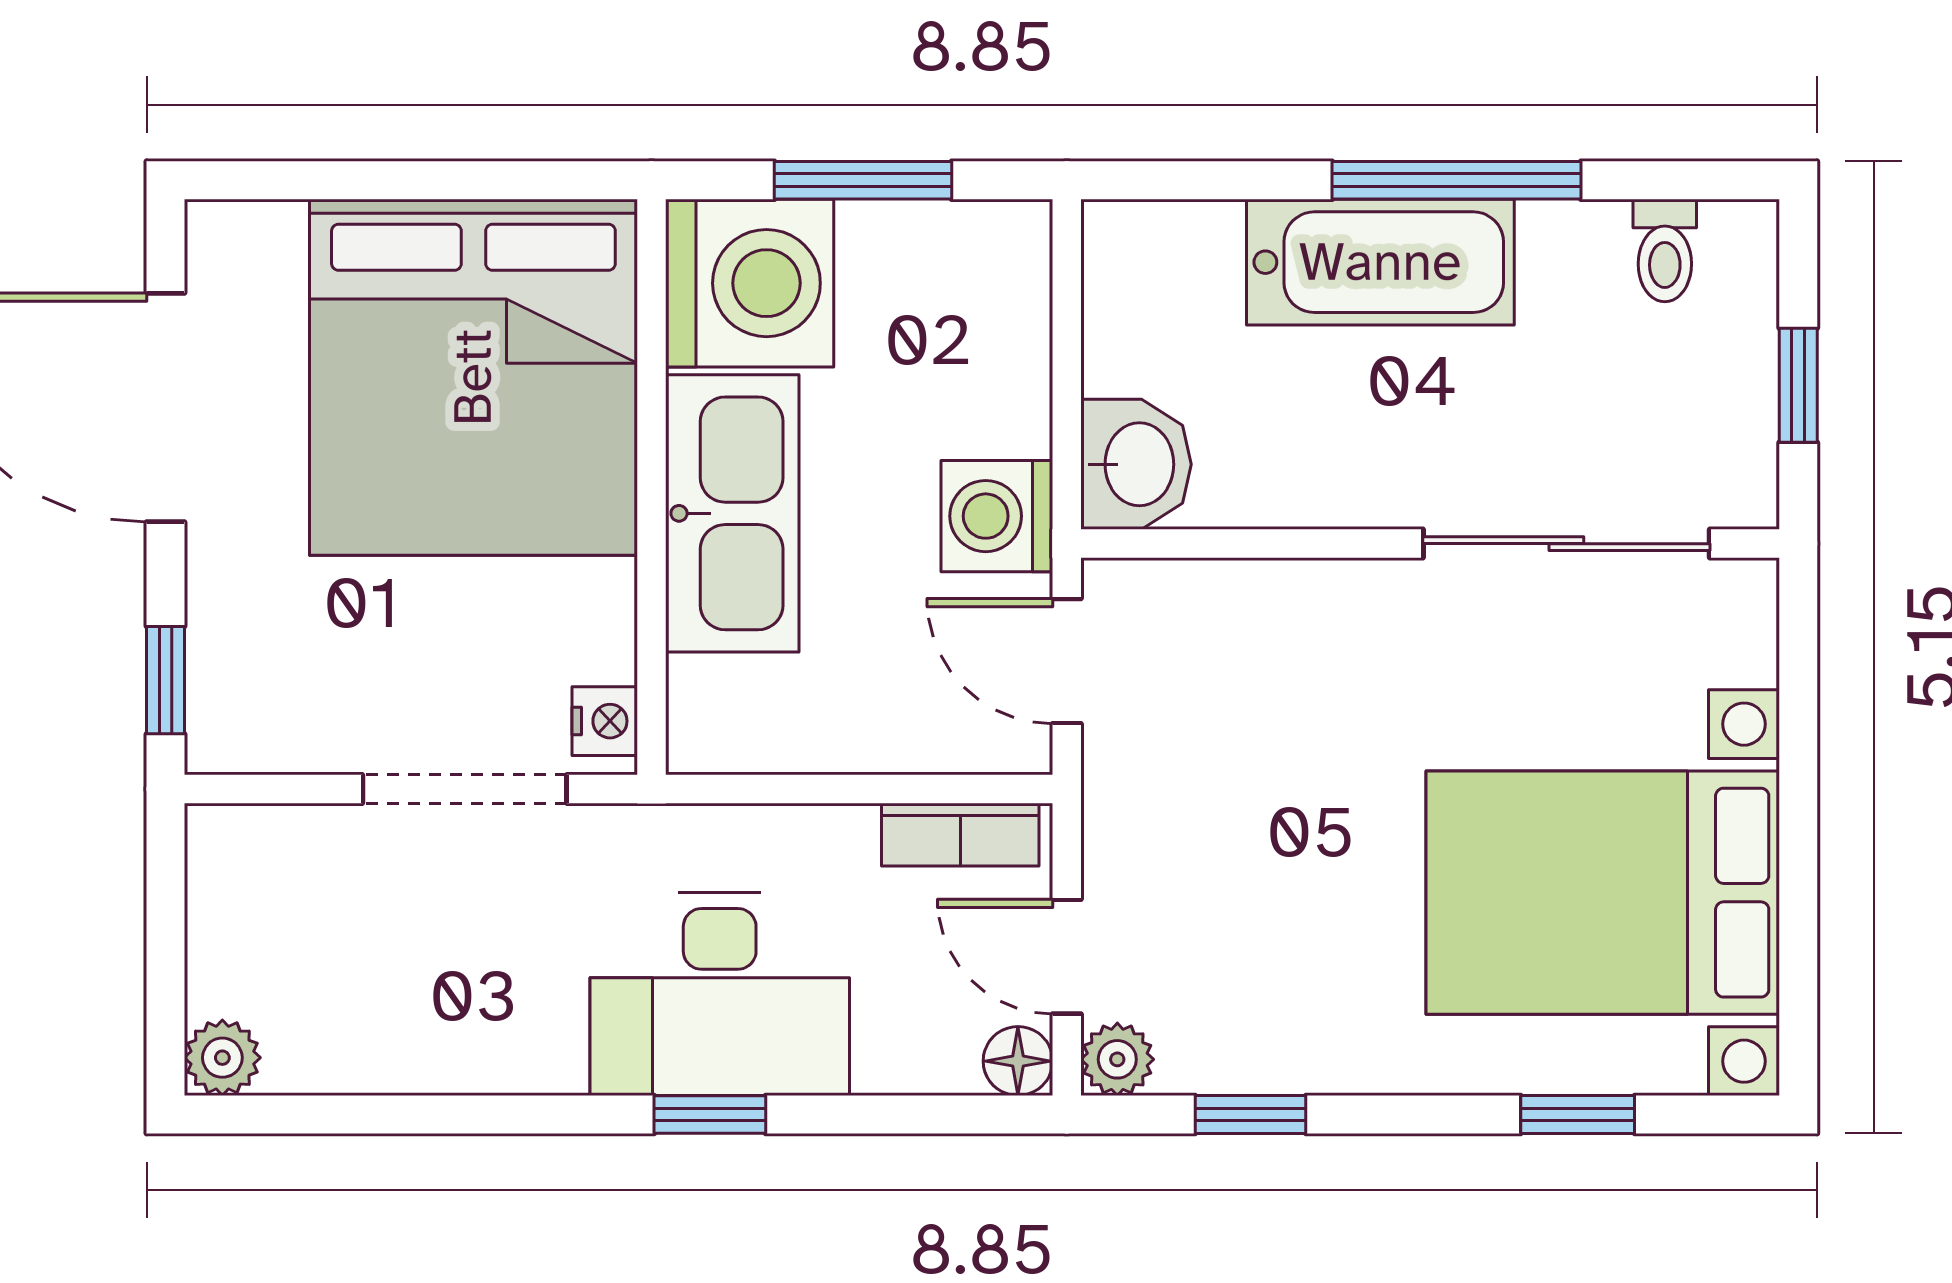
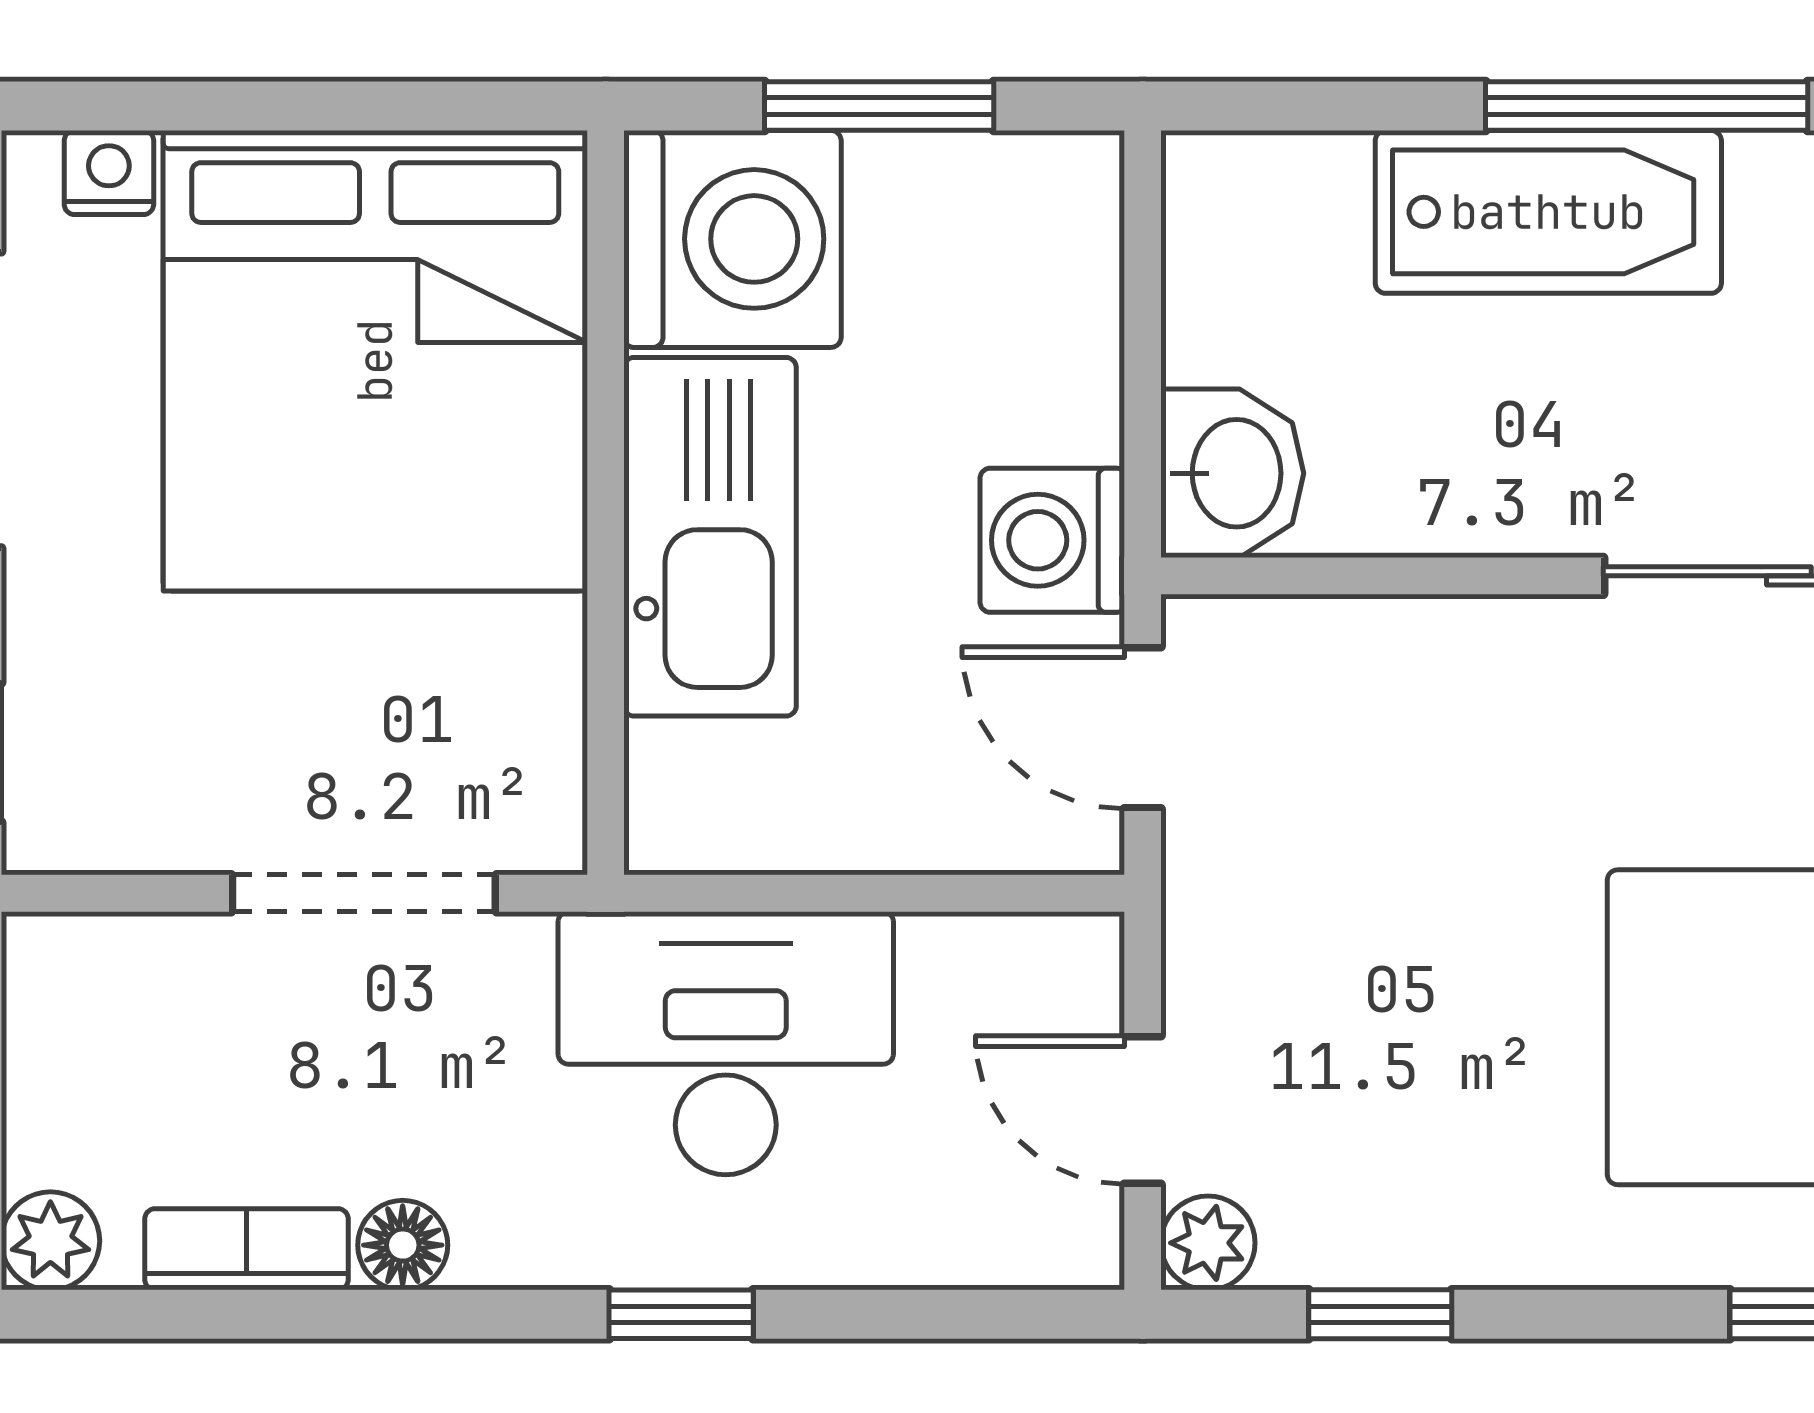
nightstand: (605, 721) -> (109, 173), moved, turned -90
bookcase: (960, 835) -> (246, 1249), moved, turned 180
desk: (720, 994) -> (726, 1043), moved, turned 180
floor lamp: (1018, 1061) -> (403, 1245), moved

